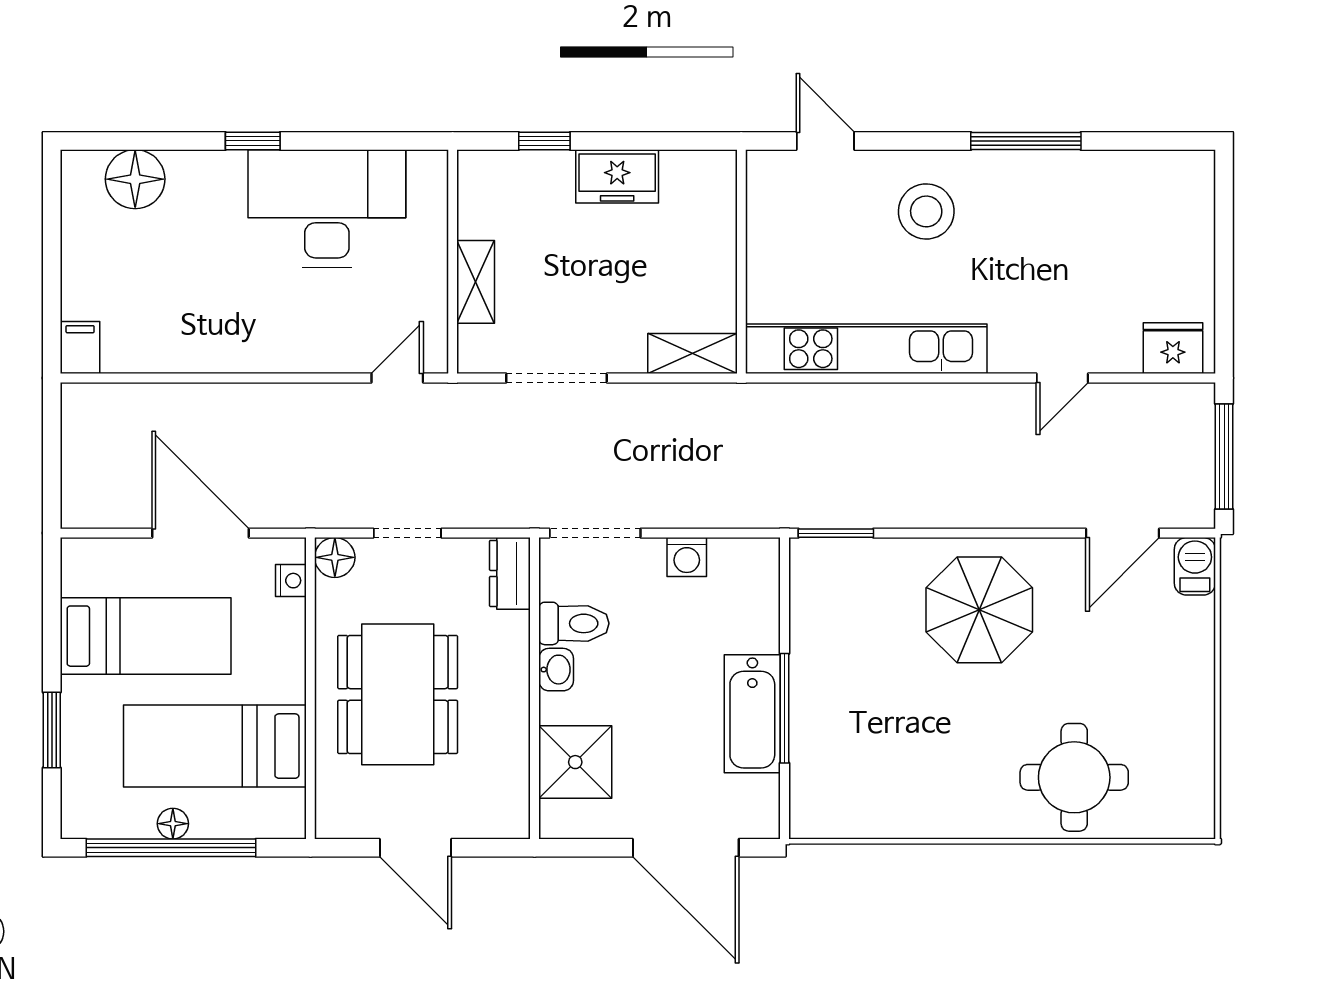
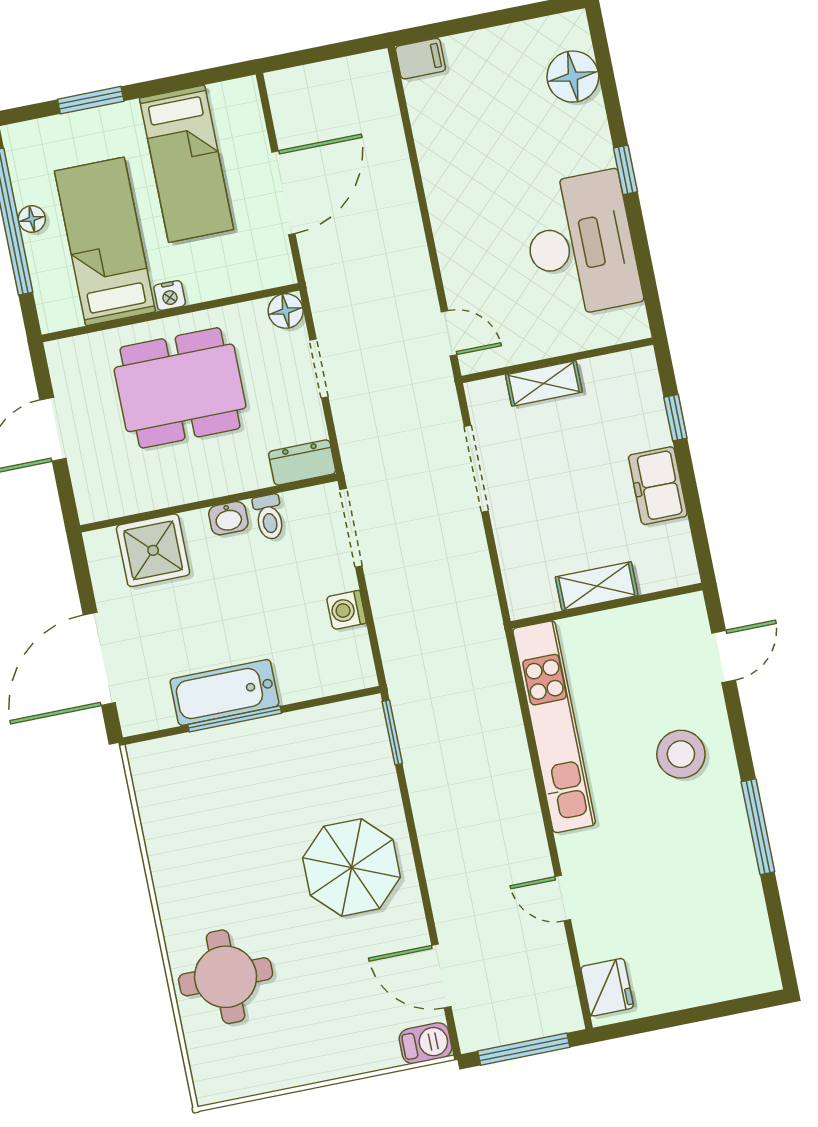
shelving: (692, 354) -> (597, 586), moved, turned 90
nightstand: (291, 581) -> (170, 296), moved
toilet: (574, 623) -> (269, 517), width x0.73, depth x0.72

